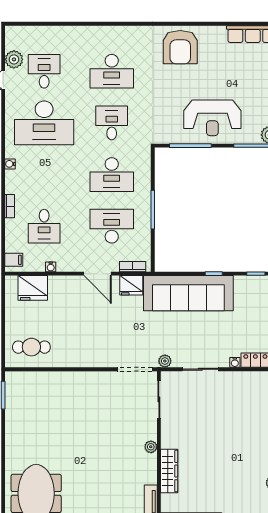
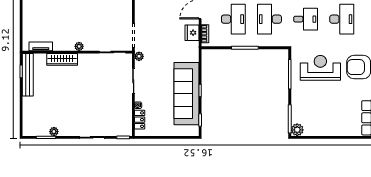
desk: (112, 71) -> (342, 19), turned 180
reception desk: (212, 118) -> (320, 68), moved, turned 90
sofa: (188, 293) -> (186, 94), moved

